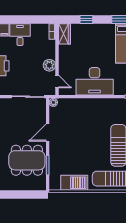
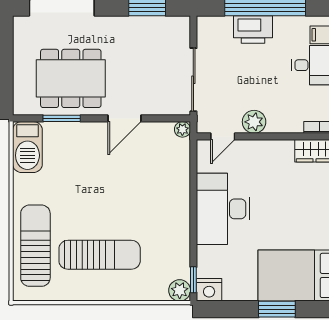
door: (48, 132) -> (124, 118), swing flipped
dining table: (27, 160) -> (71, 78), turned 90
barbecue: (74, 183) -> (27, 147), moved

